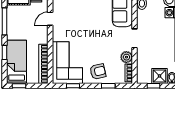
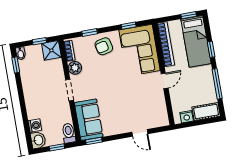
door: (50, 19) -> (165, 81), moved
shower: (160, 76) -> (51, 50), moved

